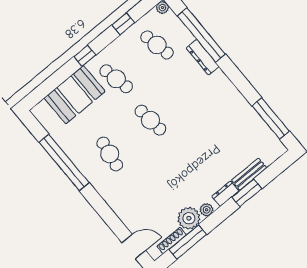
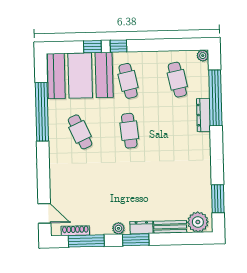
window: (123, 24) -> (92, 47), moved
booth: (75, 95) -> (80, 75), width x1.36, depth x1.42
window: (271, 118) -> (218, 199), width x0.69
cafe table: (110, 154) -> (80, 132), turned -33
window: (247, 193) -> (136, 240), moved
plant: (189, 218) -> (198, 222), moved

